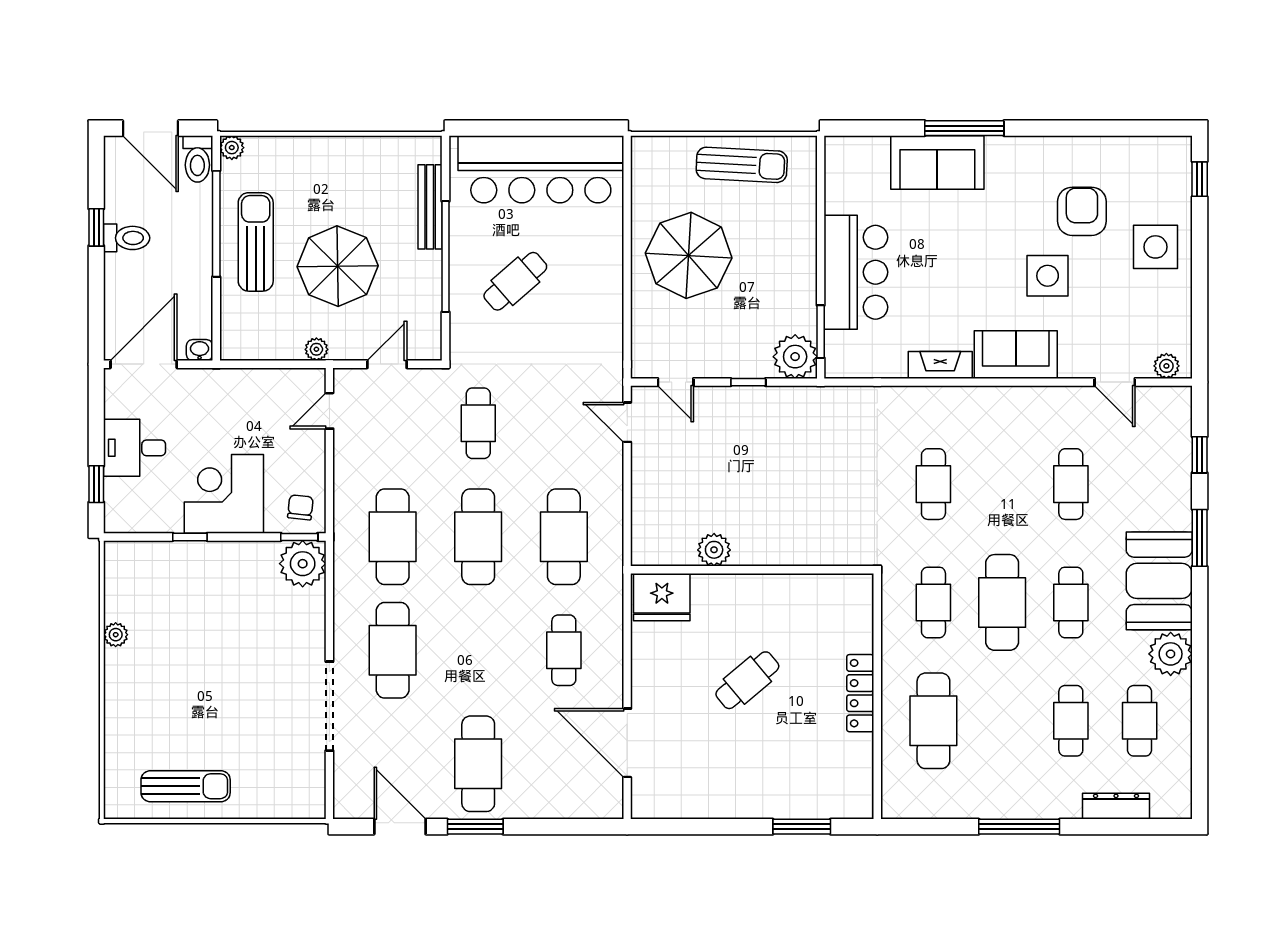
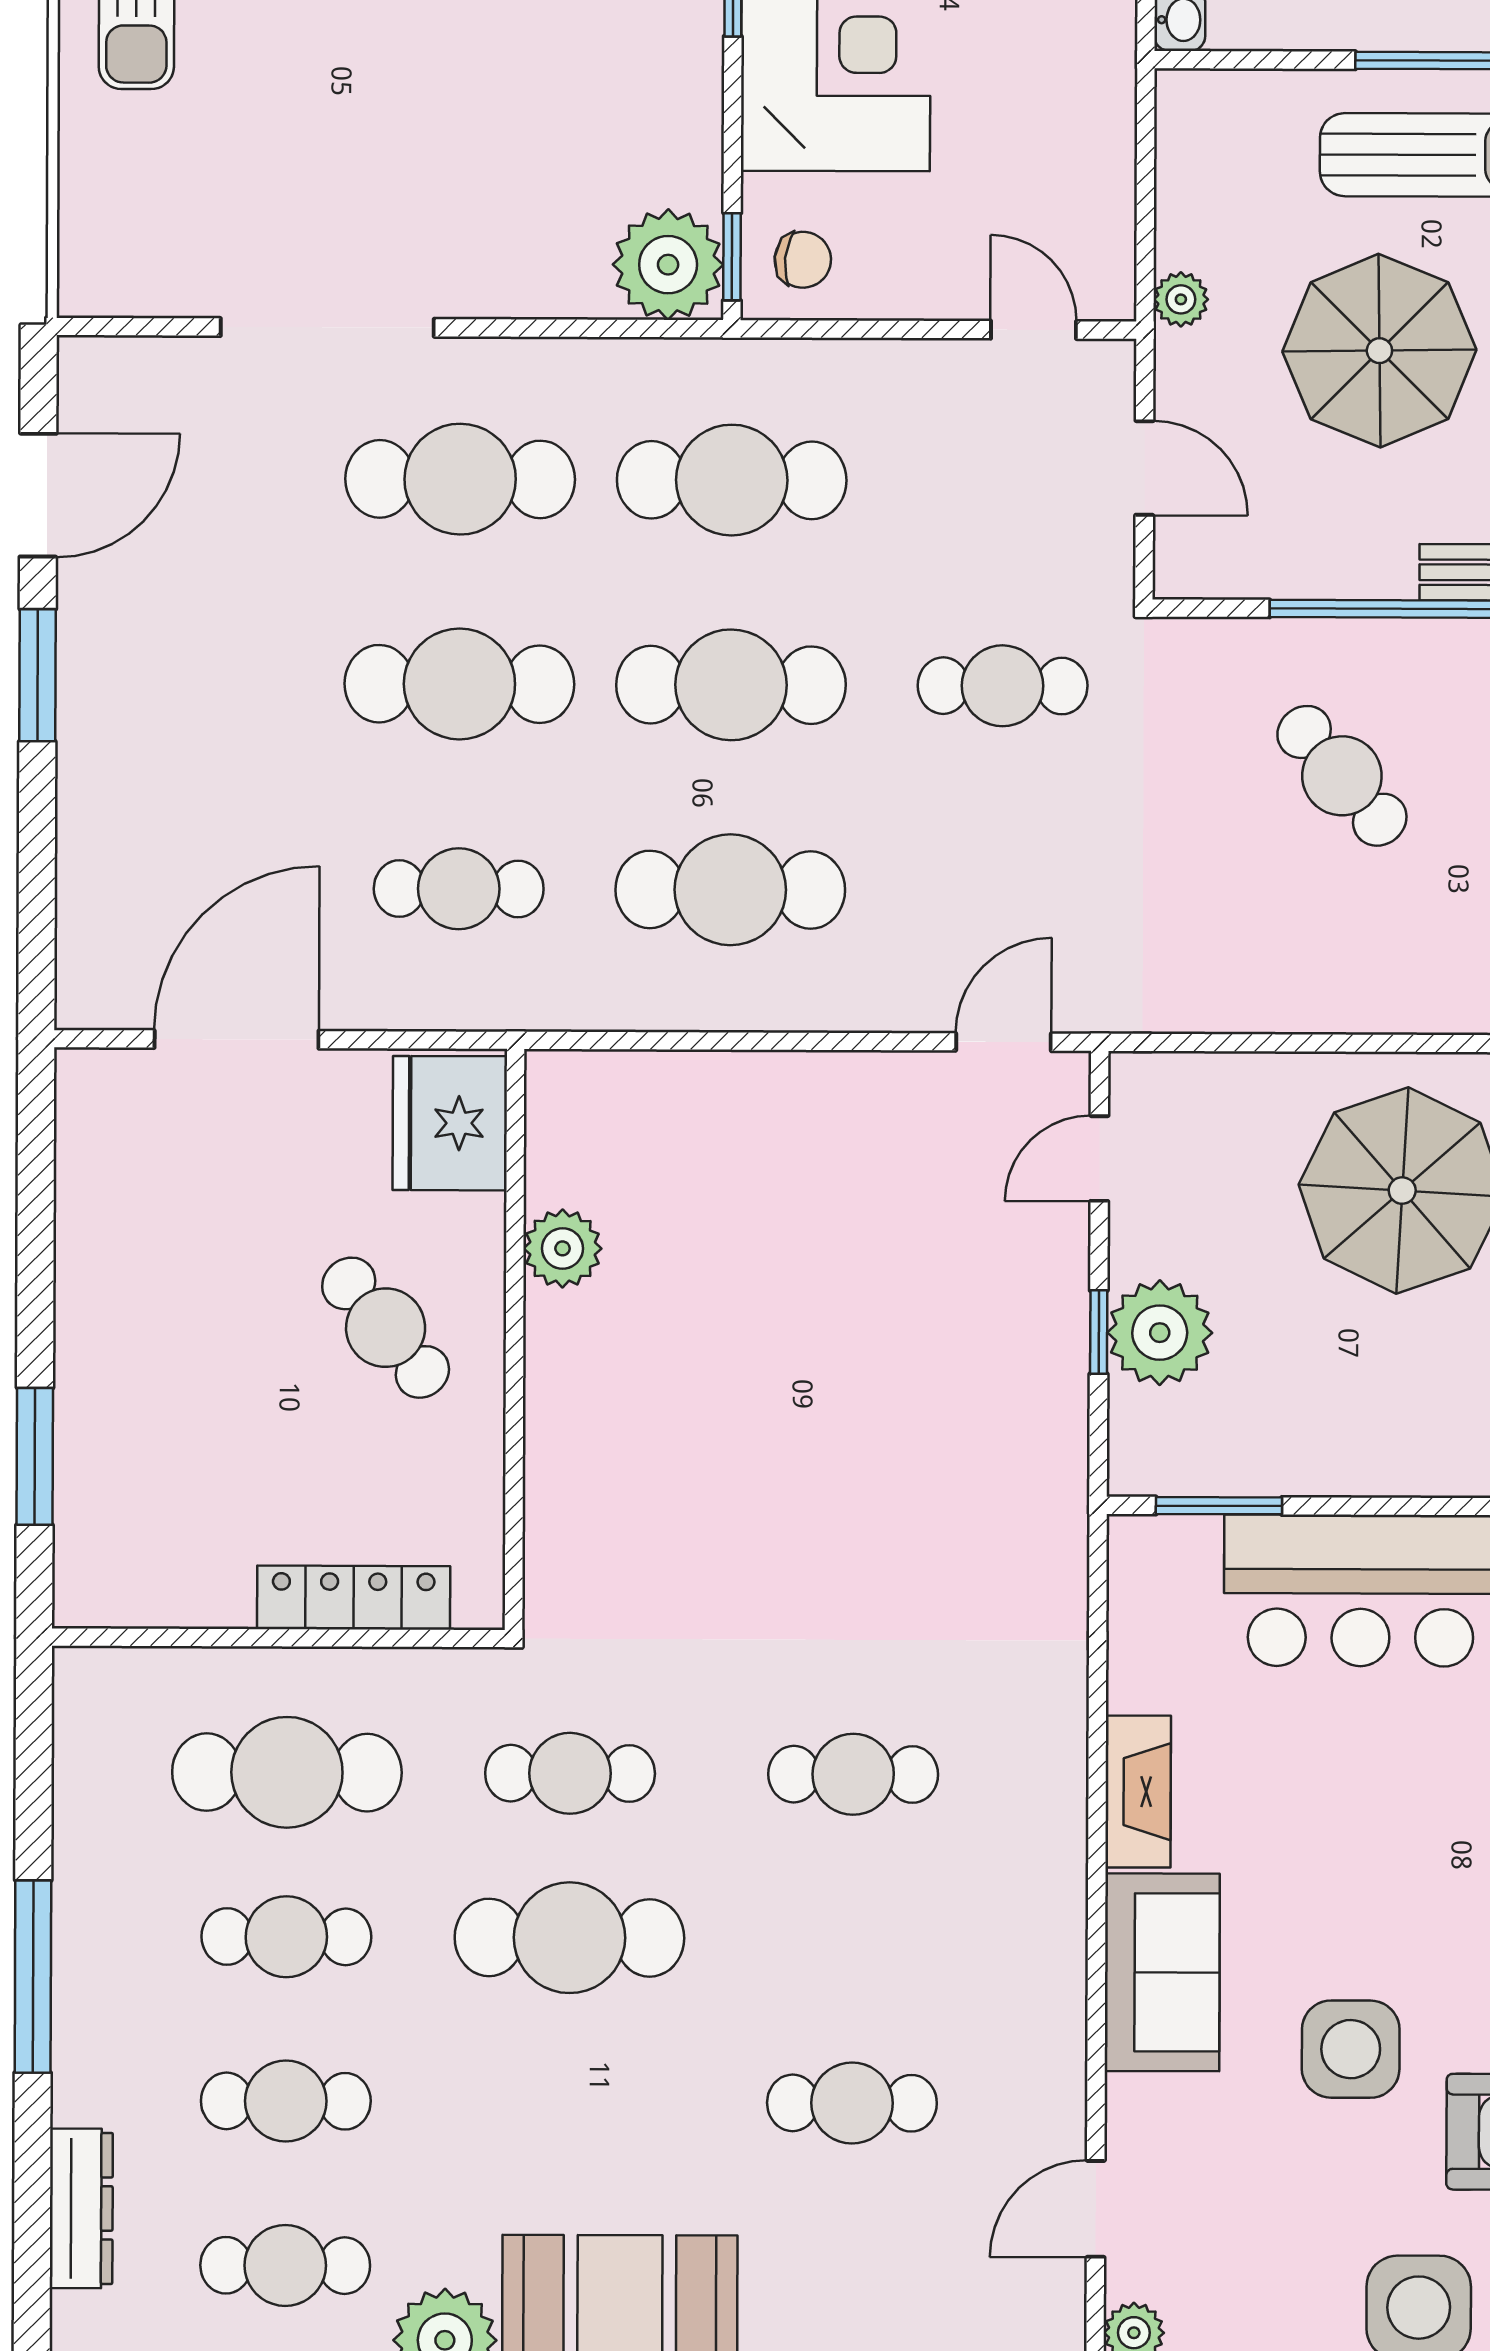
plant: (795, 357) -> (1160, 1333), moved
plant: (714, 550) -> (563, 1248), moved
wall: (752, 570) -> (515, 1339), moved
fridge: (662, 597) -> (450, 1123), moved
cafe table: (1071, 602) -> (286, 1937), moved
cafe table: (478, 764) -> (459, 684), moved

